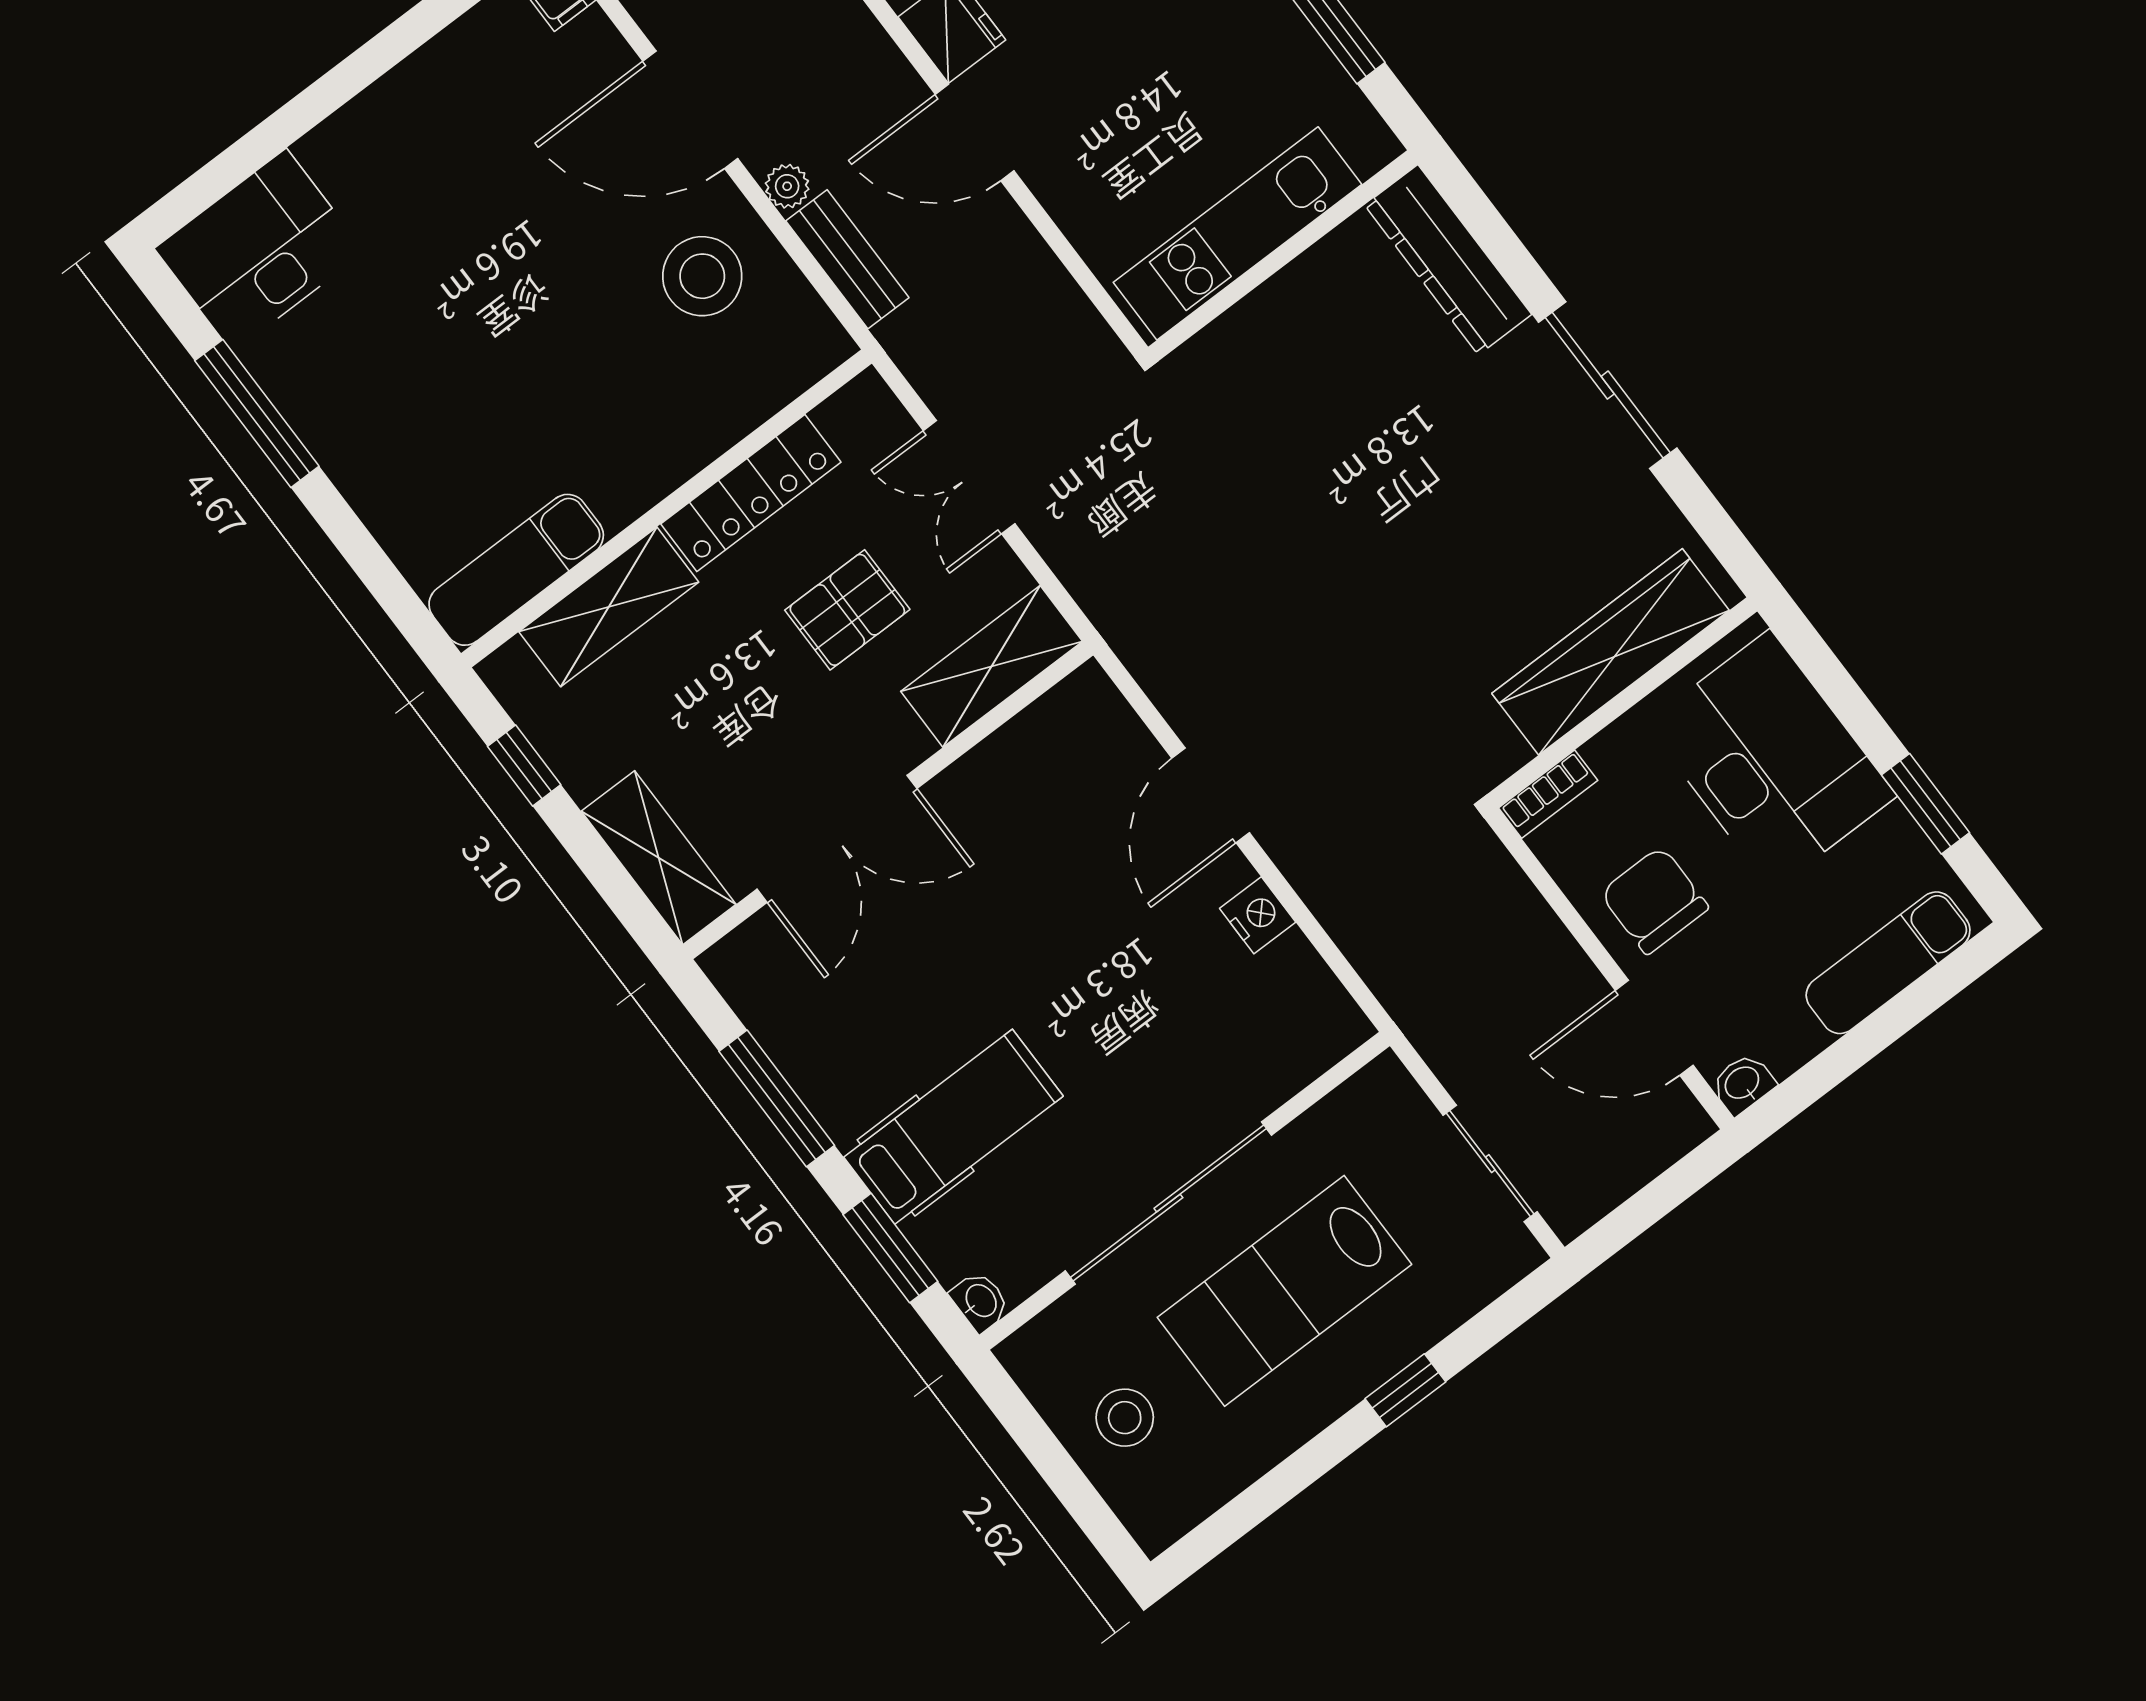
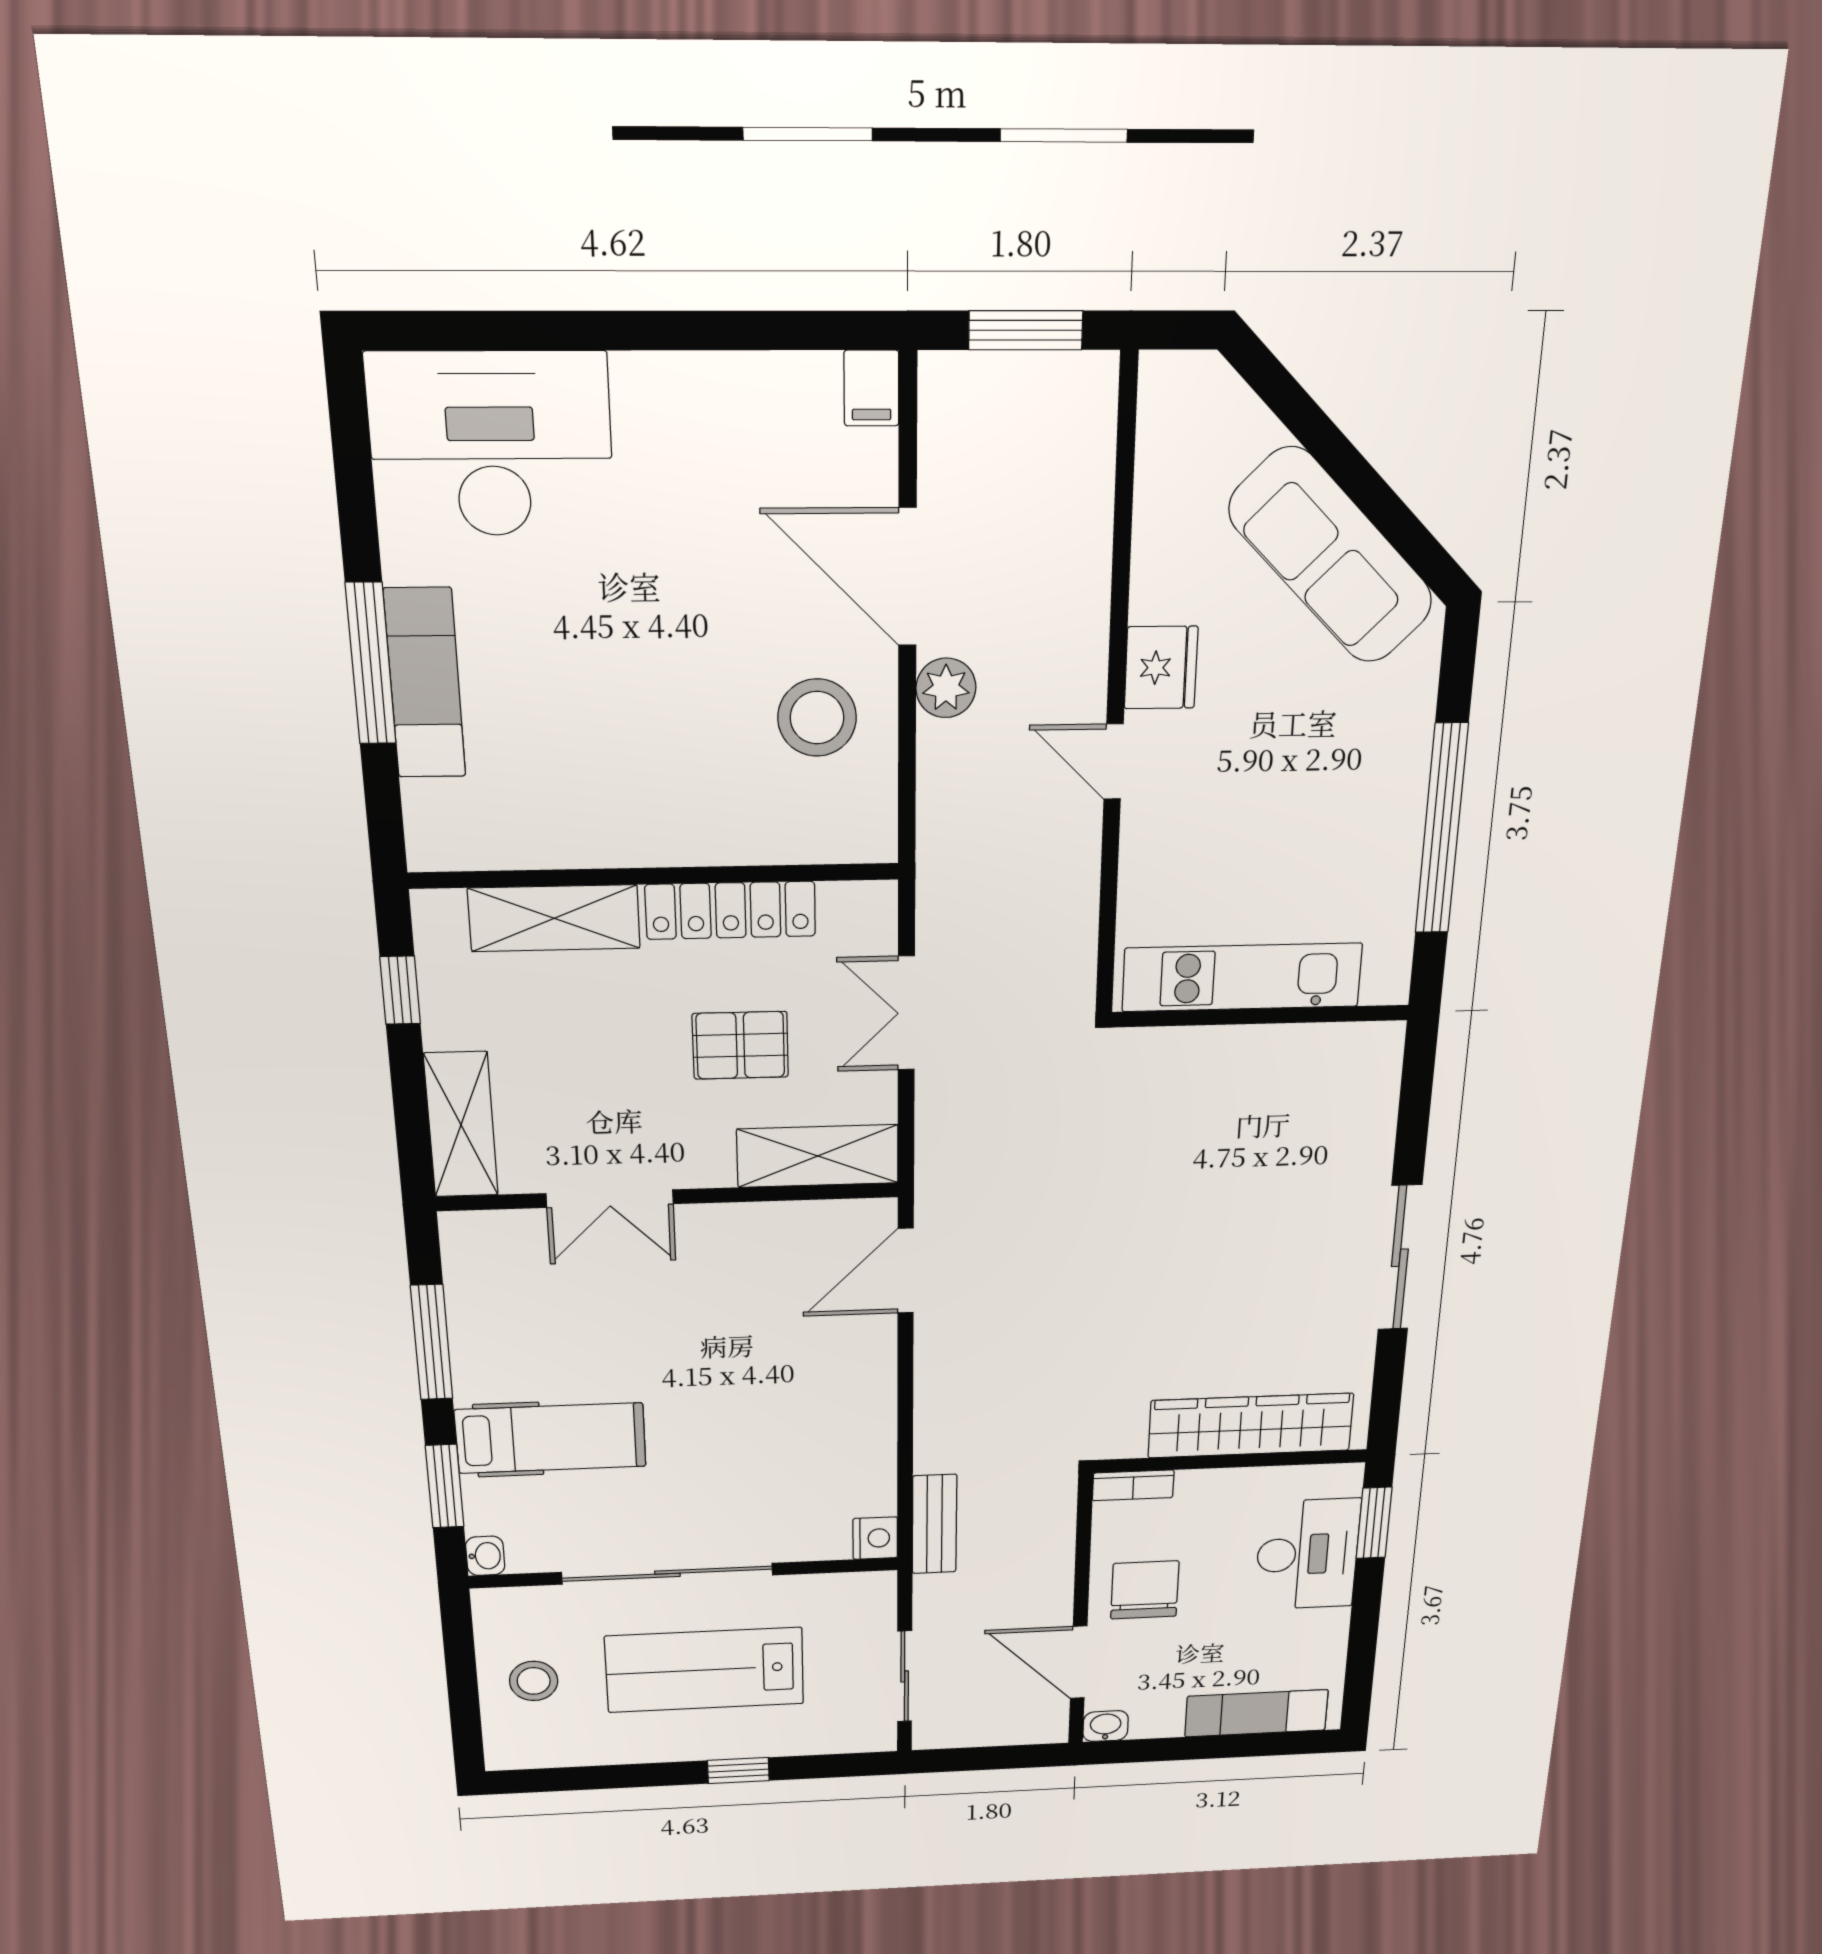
door: (975, 133) -> (1114, 762), width x0.73
plant: (787, 186) -> (946, 688), width x1.38, depth x1.38
desk: (260, 250) -> (491, 444), width x1.36, depth x1.30
bench: (847, 259) -> (934, 1524), moved
dresser: (1448, 260) -> (1370, 1100), removed
window: (257, 413) -> (371, 664), moved
exam couch: (516, 570) -> (425, 683), moved, turned 90
desk: (1771, 760) -> (1307, 1554), width x0.73, depth x0.77
door: (1211, 795) -> (906, 1271), moved
window: (1925, 804) -> (1374, 1523), moved
double door: (837, 839) -> (610, 1199), width x0.73
nightstand: (1258, 915) -> (875, 1538), moved

